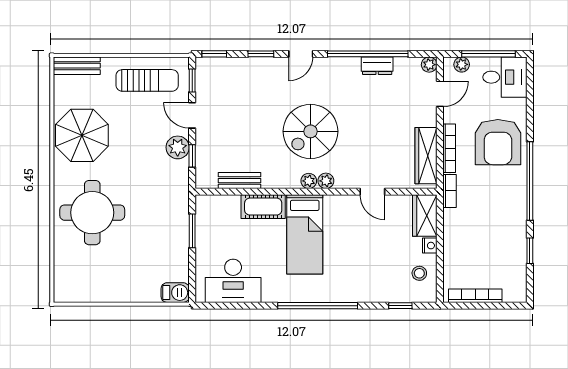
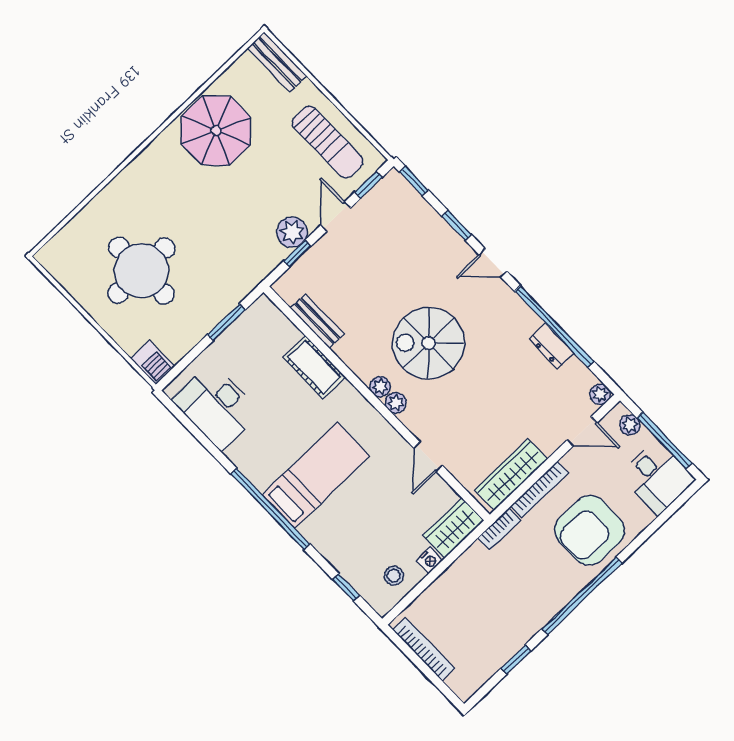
round table: (92, 213) -> (141, 271), moved
bed: (305, 234) -> (316, 475), moved, turned 180

